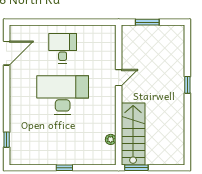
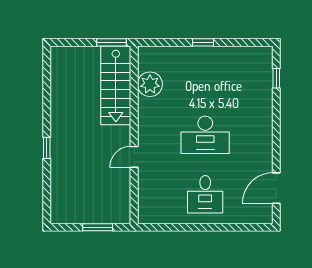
desk: (63, 95) -> (205, 135), width x0.73, depth x0.77
plant: (111, 139) -> (150, 84), width x1.88, depth x1.88

